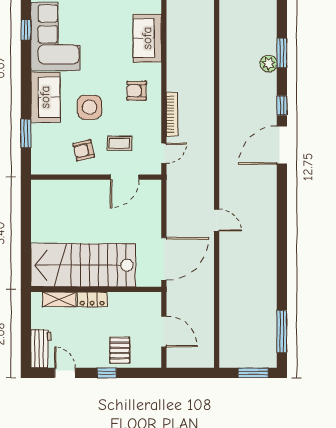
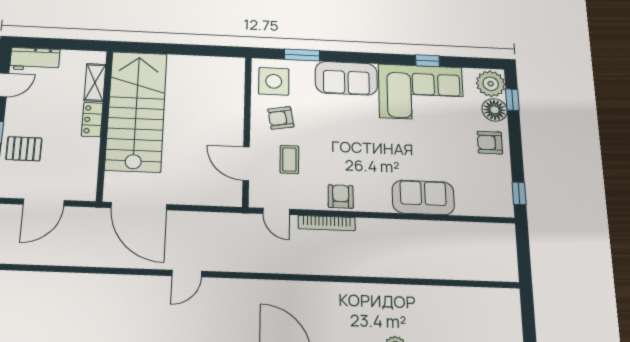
armchair: (137, 91) -> (341, 197), moved
side table: (90, 107) -> (274, 81), moved
armchair: (84, 150) -> (281, 118), turned -87

